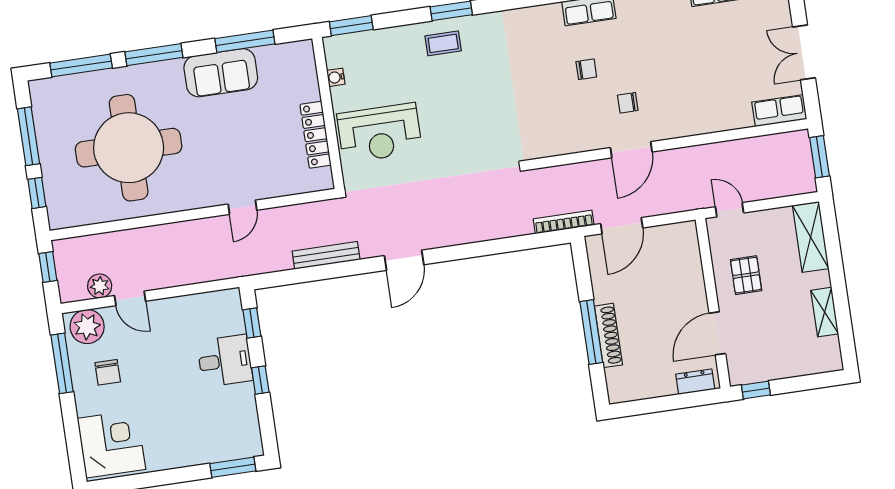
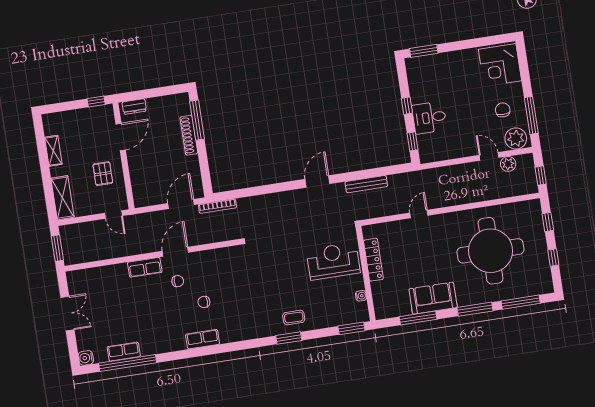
row of seats: (779, 111) -> (145, 267), moved
window: (29, 136) -> (553, 258), width x0.46
window: (591, 332) -> (197, 120), moved

